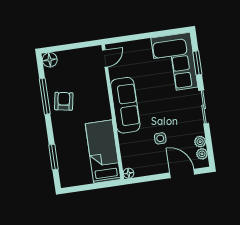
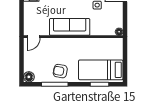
door: (105, 58) -> (34, 37), swing flipped
bed: (103, 152) -> (101, 70), moved

